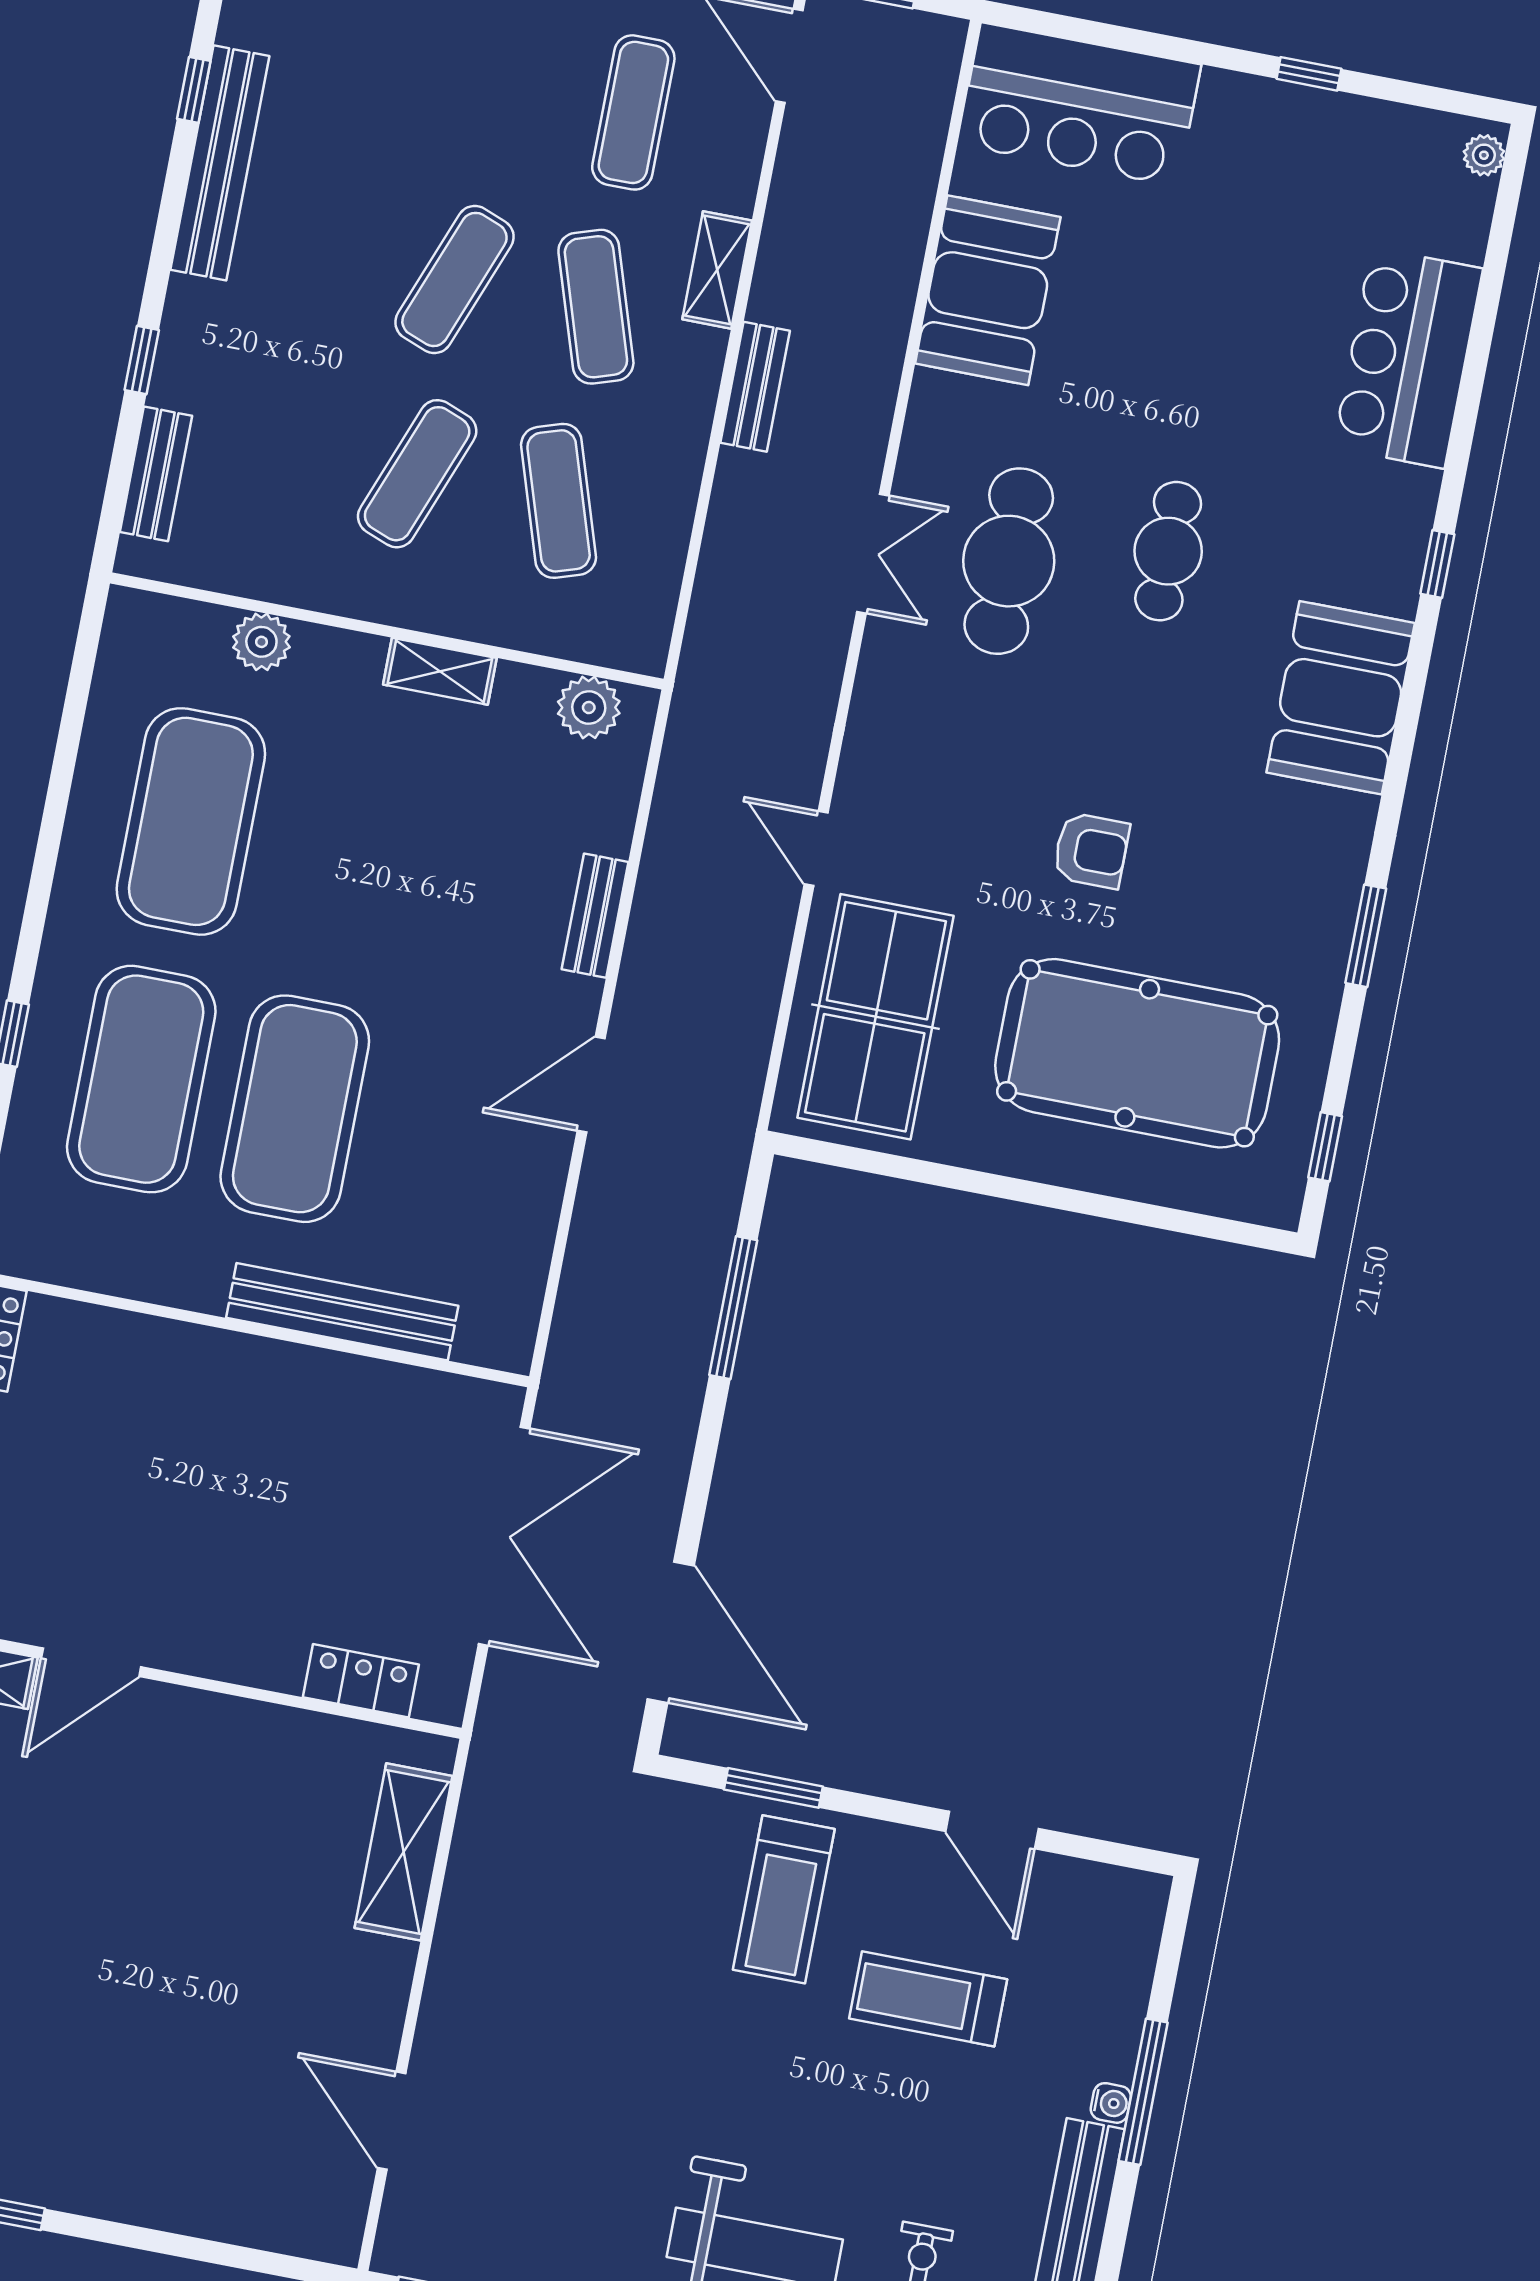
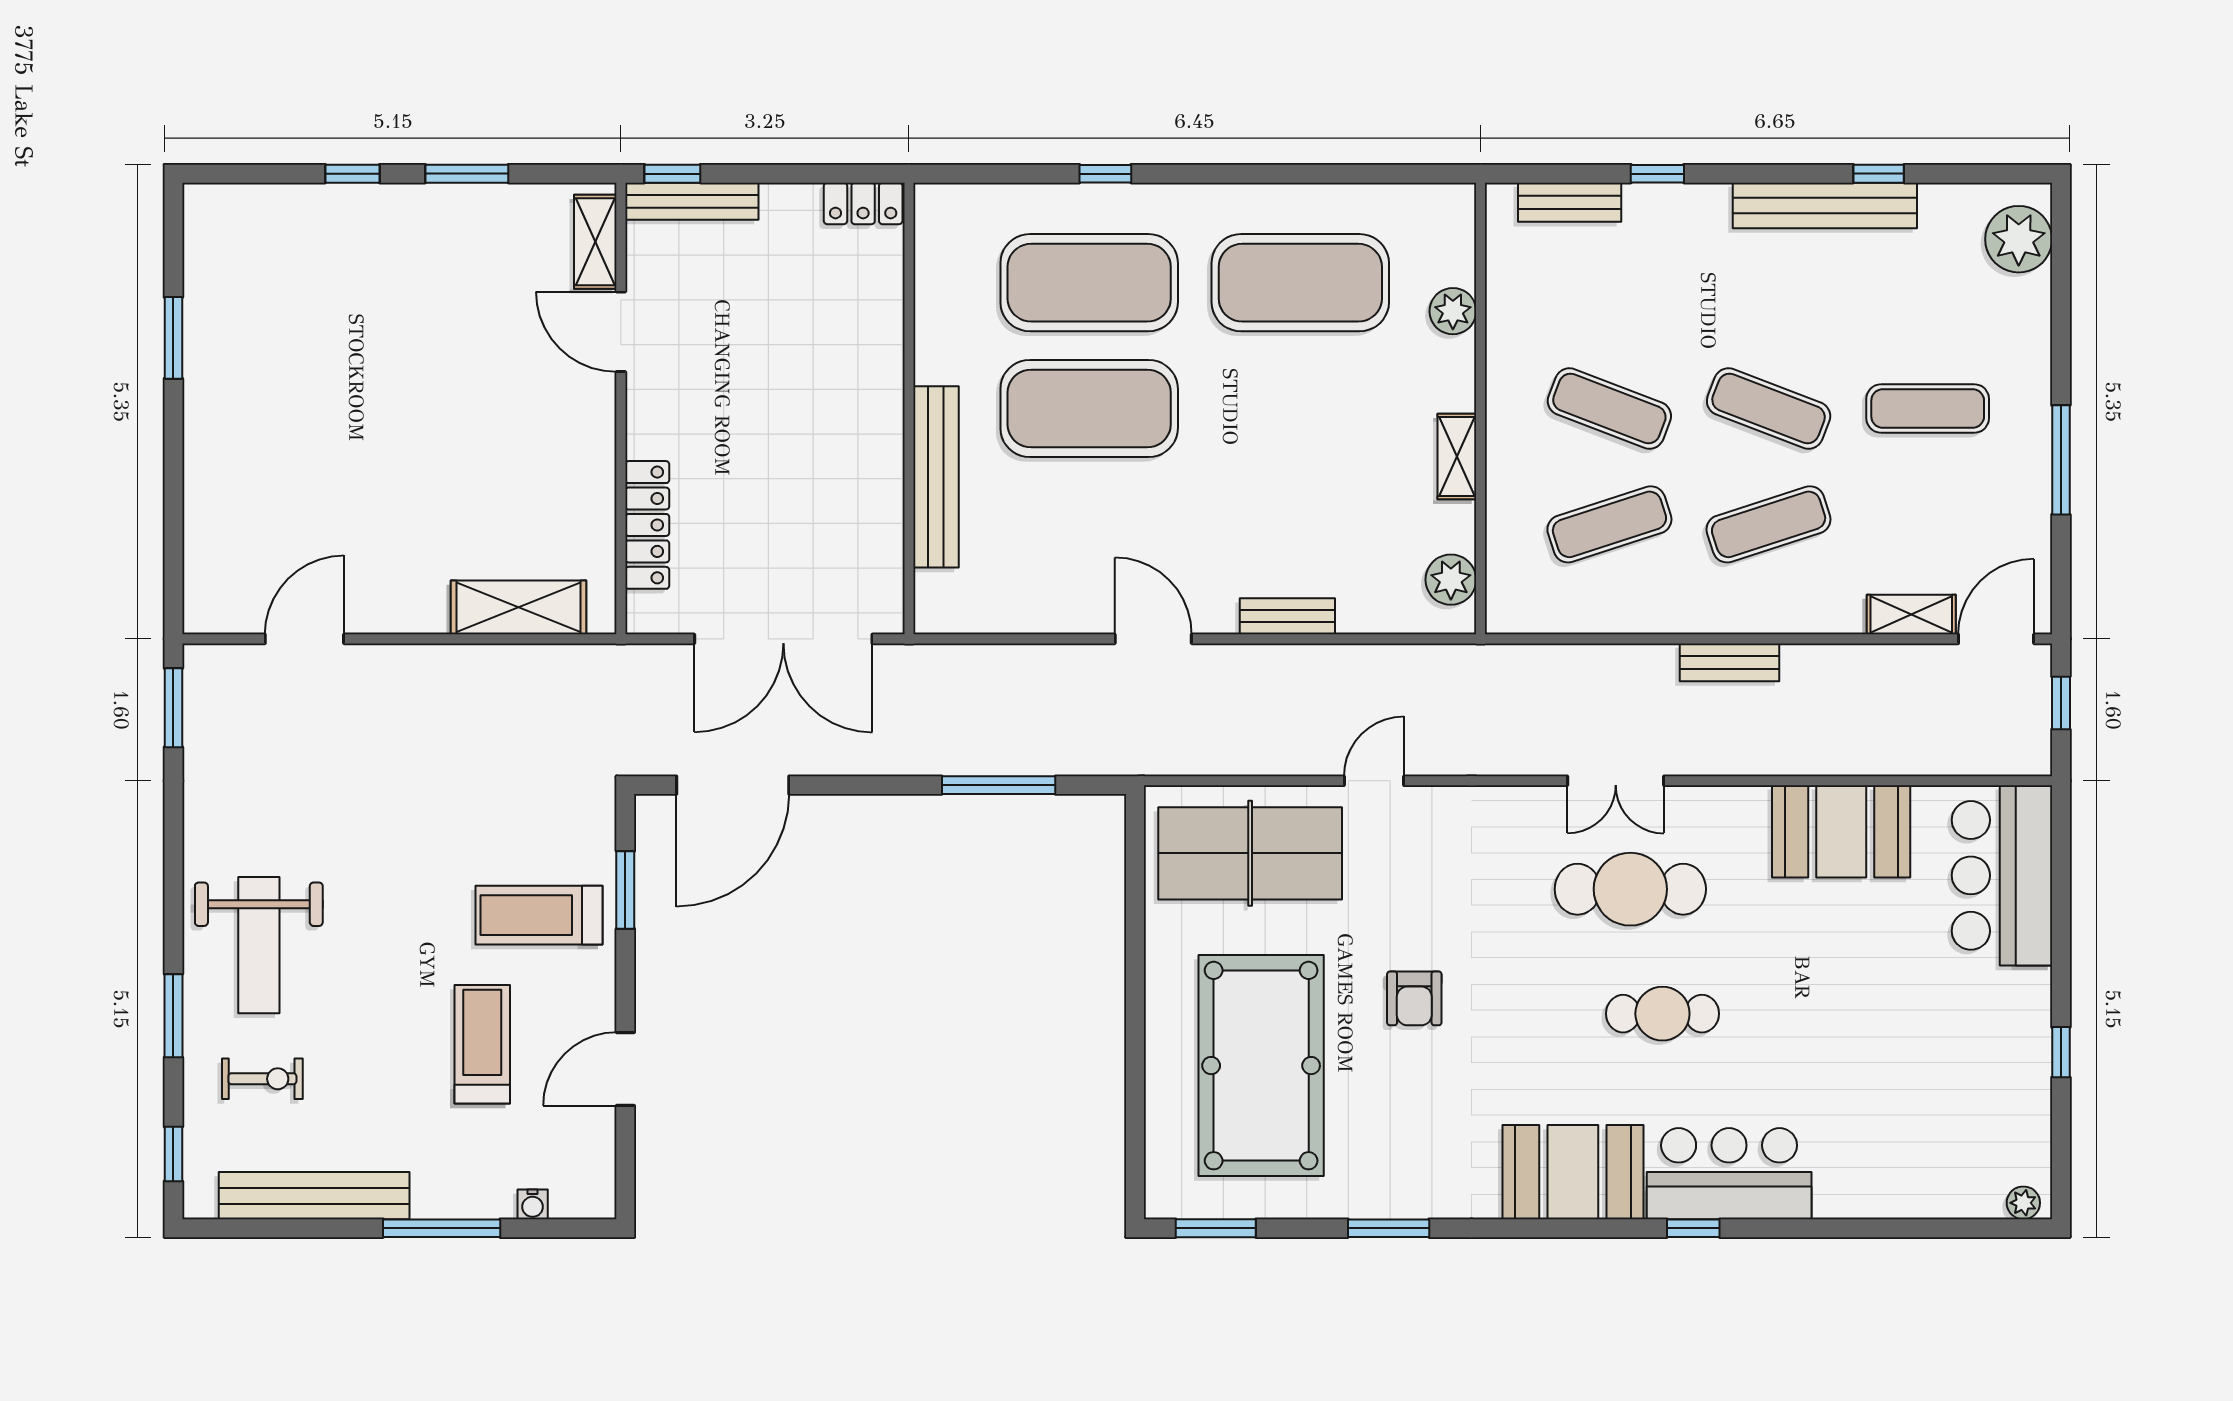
exercise mat: (633, 112) -> (1928, 409), moved
shelving: (717, 270) -> (1911, 615), moved
bar counter: (1408, 358) -> (1729, 1174), moved
window: (1325, 1147) -> (1216, 1228), width x1.50
locker: (361, 1681) -> (647, 525), width x1.53
water cooler: (1111, 2103) -> (533, 1204), moved

